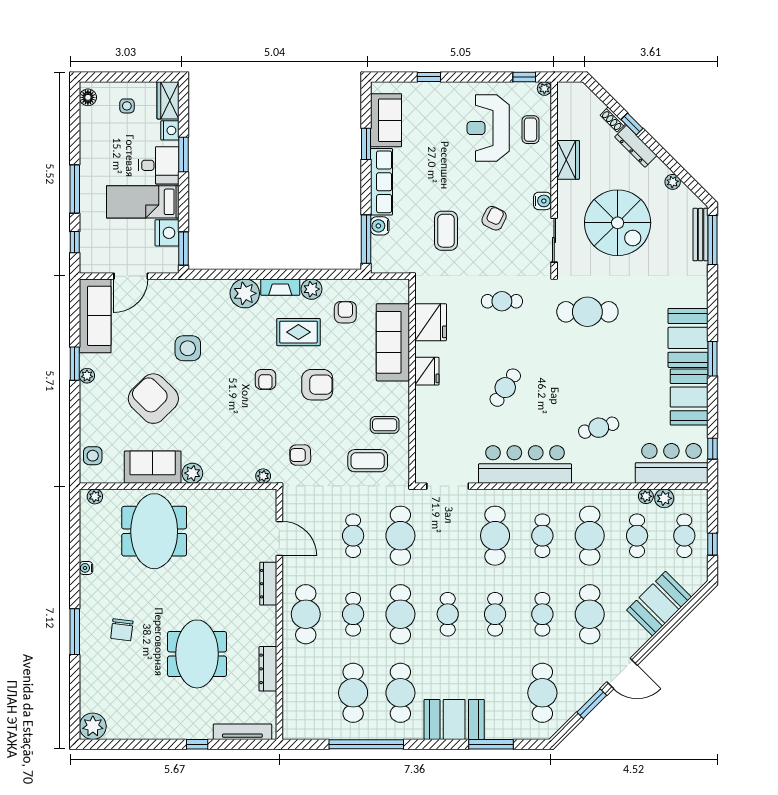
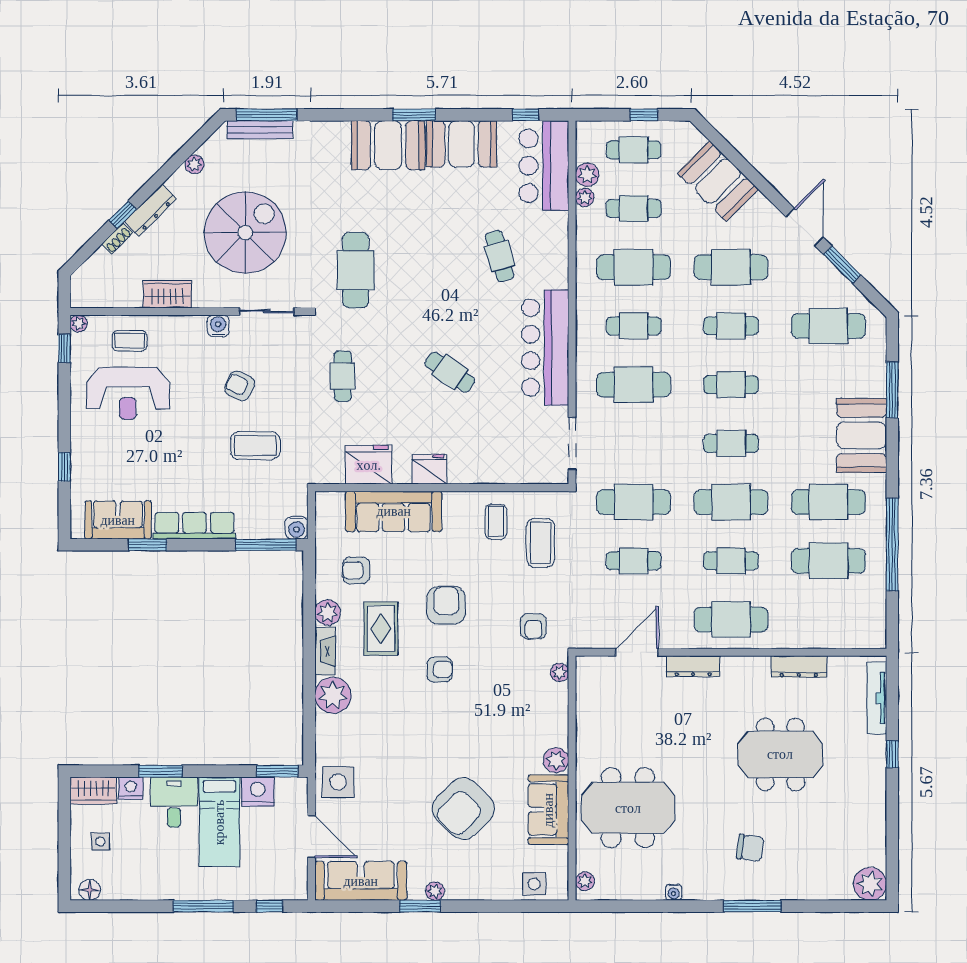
water cooler: (380, 226) -> (297, 528), moved
side table: (188, 348) -> (338, 782), moved

